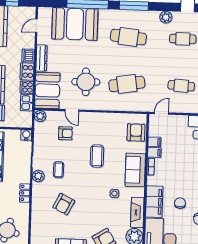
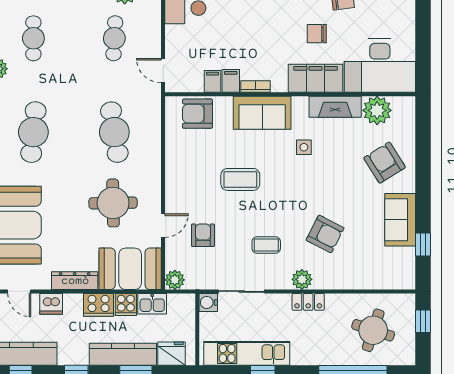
dishwasher: (28, 56) -> (51, 304), moved
plant: (38, 176) -> (302, 279), moved

